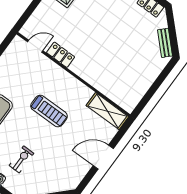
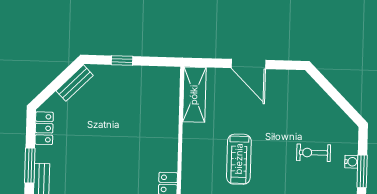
window: (159, 81) -> (122, 60), added
treadmill: (49, 111) -> (239, 159), turned 180

